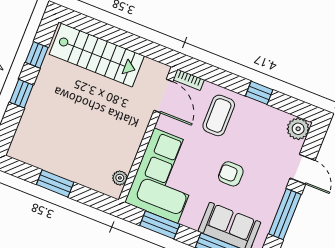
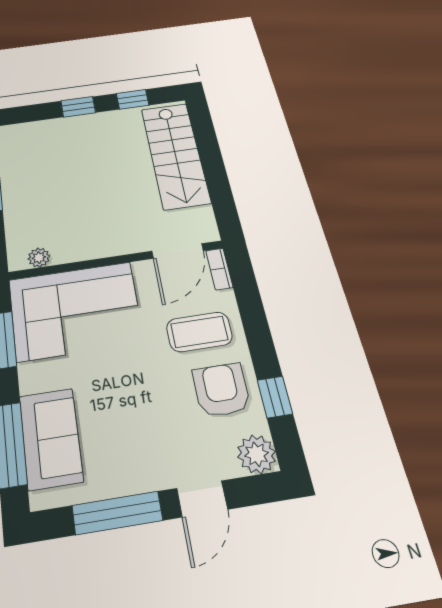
window: (259, 93) -> (275, 397), moved
armchair: (231, 174) -> (221, 390), moved, width x1.38, depth x1.38

